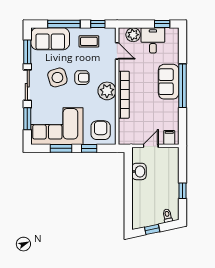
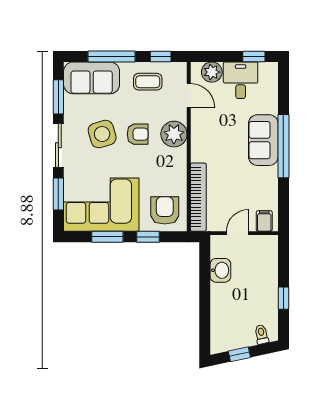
plant: (107, 91) -> (174, 134), moved
bookcase: (124, 95) -> (198, 197), moved

